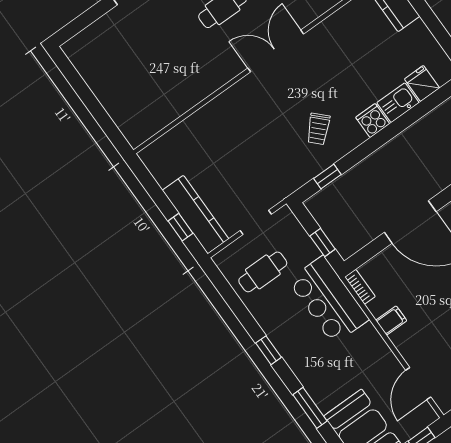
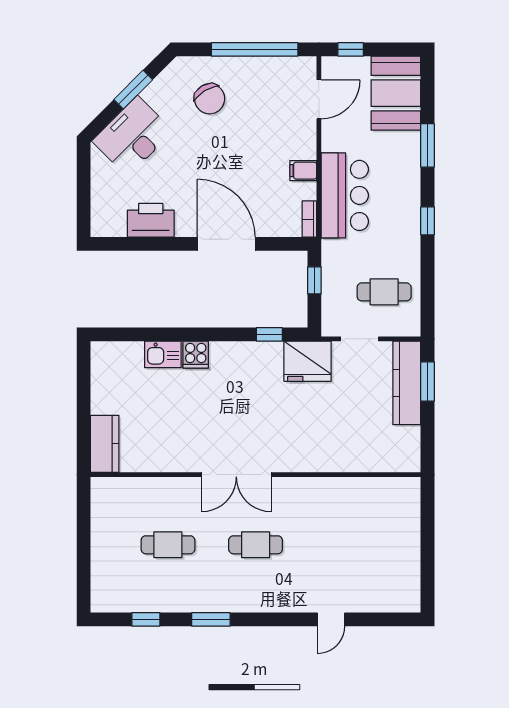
fridge: (422, 83) -> (308, 361), moved, width x1.88, depth x1.34
trolley: (318, 129) -> (248, 381), removed
window: (180, 227) -> (427, 381), width x1.50
bar counter: (328, 300) -> (345, 195), moved

